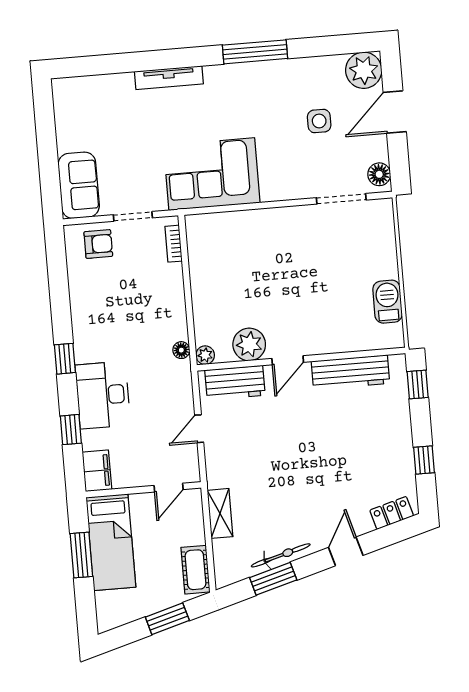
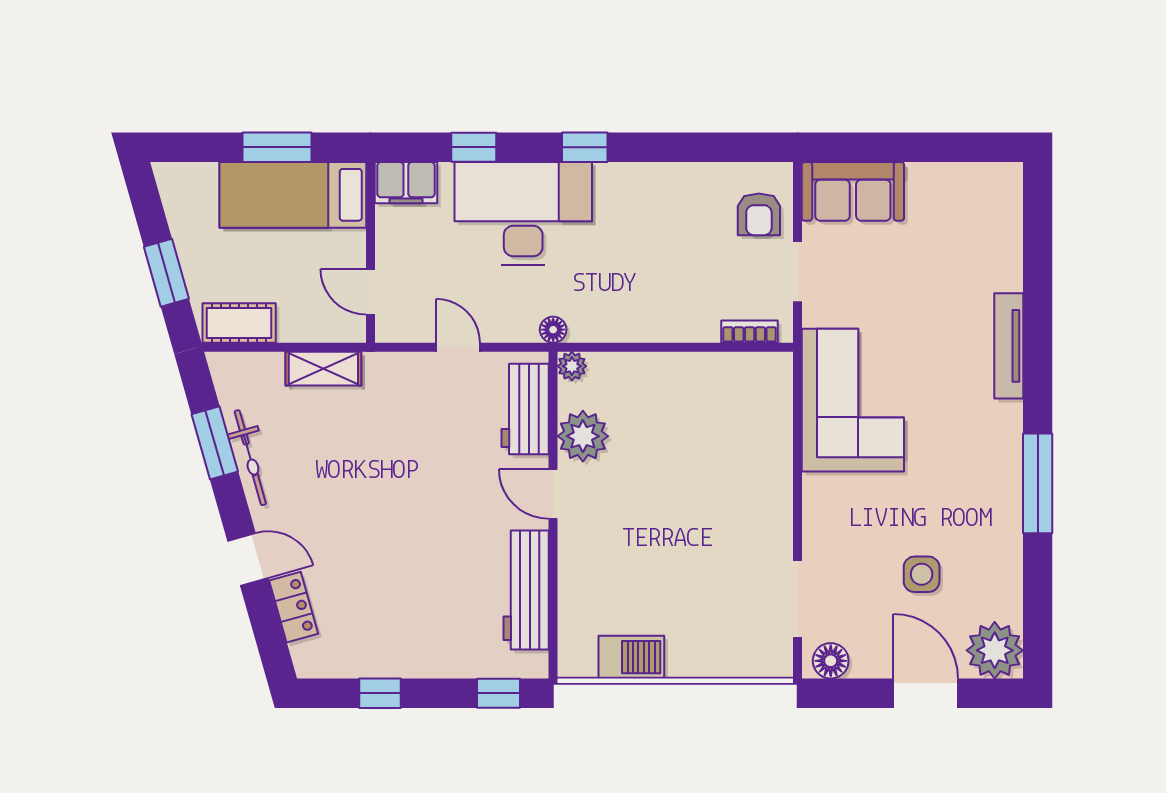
floor lamp: (181, 350) -> (553, 330), moved
desk: (103, 395) -> (523, 213), width x1.36, depth x1.30
locker: (392, 513) -> (294, 607), moved

